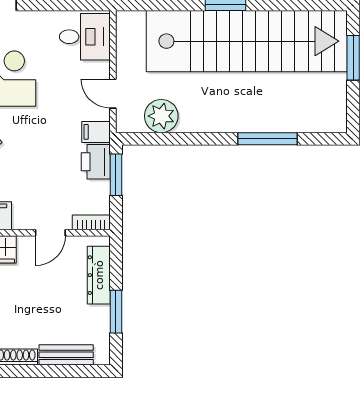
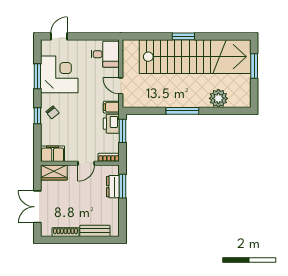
plant: (161, 116) -> (218, 98), moved
window: (268, 139) -> (182, 111), moved
dresser: (99, 275) -> (113, 187), width x0.70
window: (116, 312) -> (122, 186), moved

